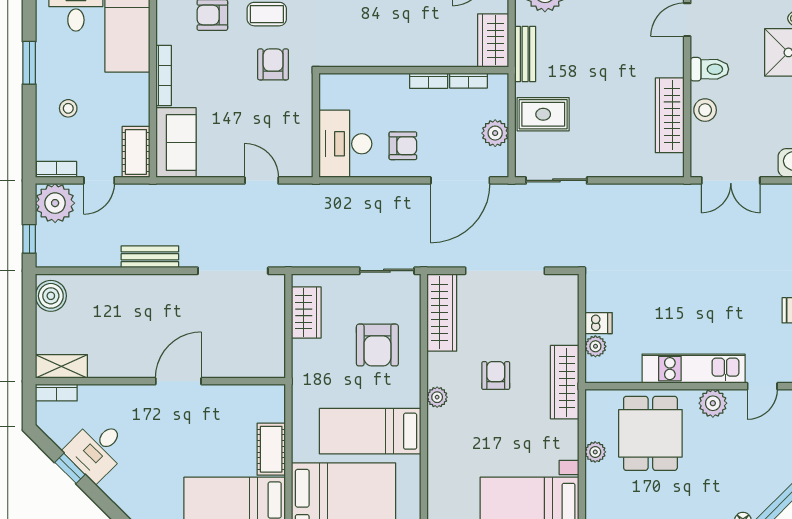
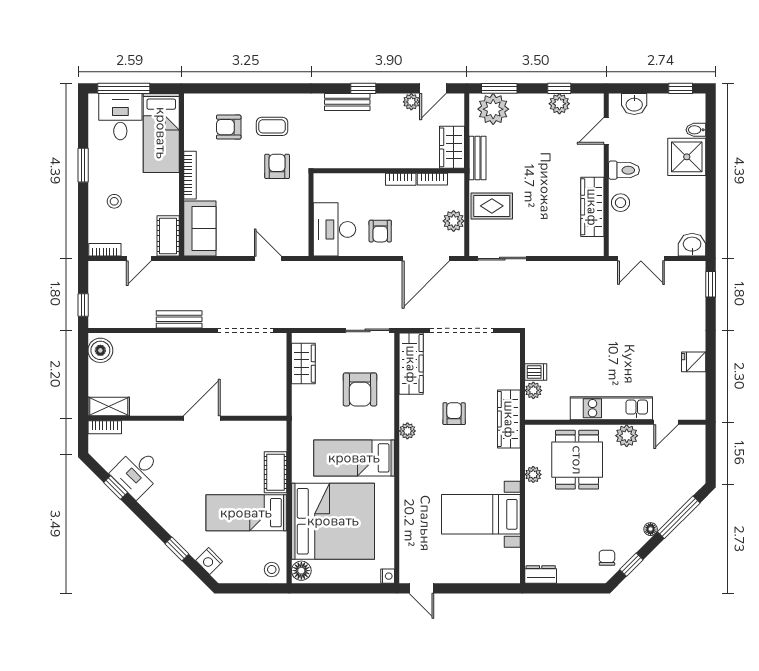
armchair: (403, 146) -> (380, 231), turned 90
plant: (55, 203) -> (104, 277), removed

